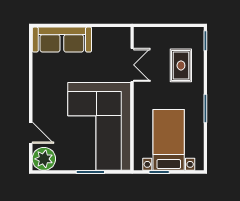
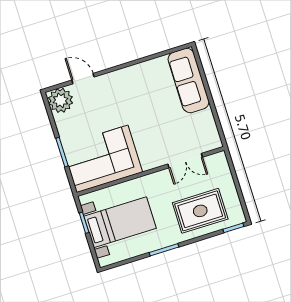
rug: (181, 65) -> (200, 211), width x1.36, depth x1.43
corner sofa: (99, 126) -> (102, 159), width x0.73, depth x0.74
door: (31, 133) -> (83, 79), swing flipped

